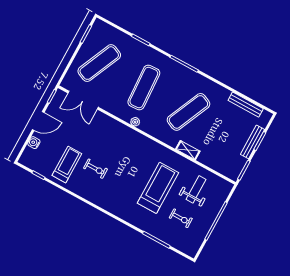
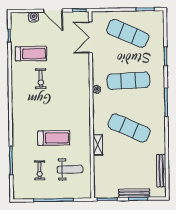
treadmill: (158, 188) -> (54, 138), width x0.73, depth x0.73

